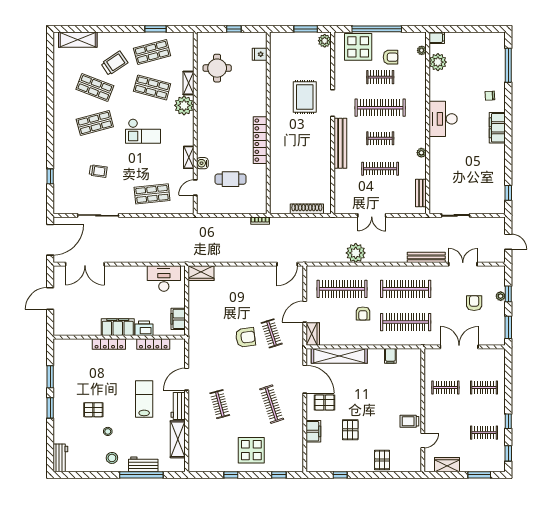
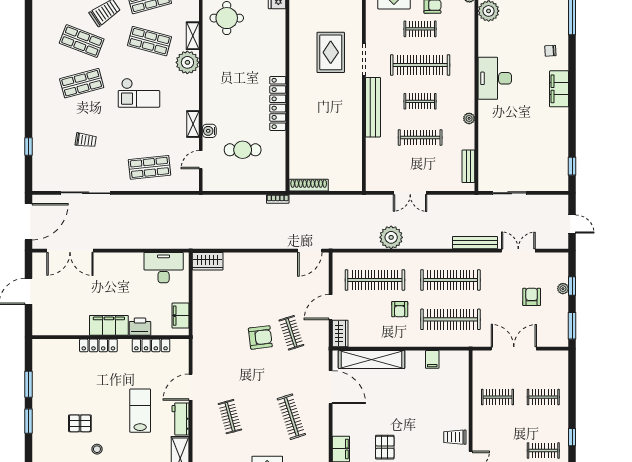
shoe rack: (307, 209) -> (309, 185), moved
pallet: (325, 403) -> (354, 415), removed

